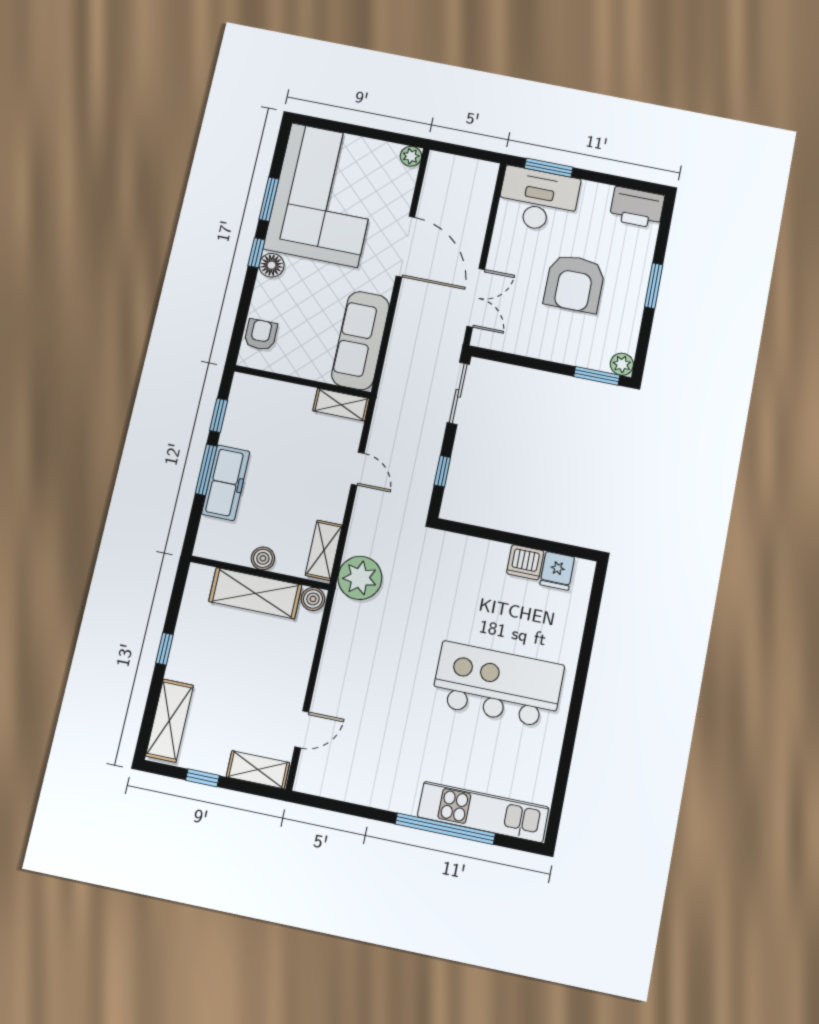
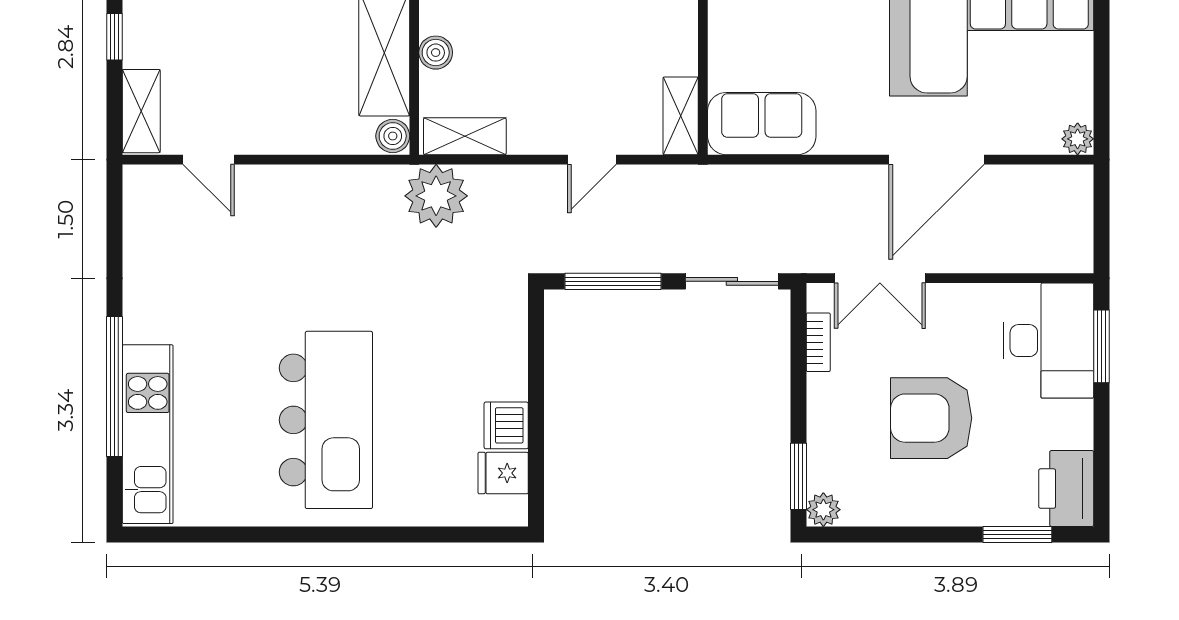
window: (654, 286) -> (1017, 534), moved
sofa: (360, 341) -> (762, 124), width x0.73
bookcase: (510, 345) -> (818, 342), added
window: (442, 471) -> (613, 281), width x2.17

